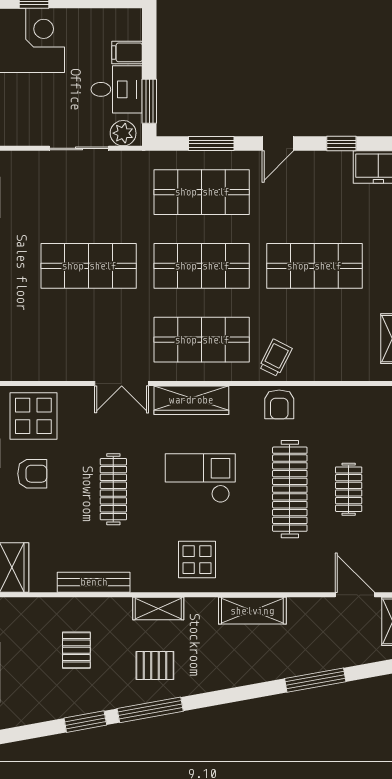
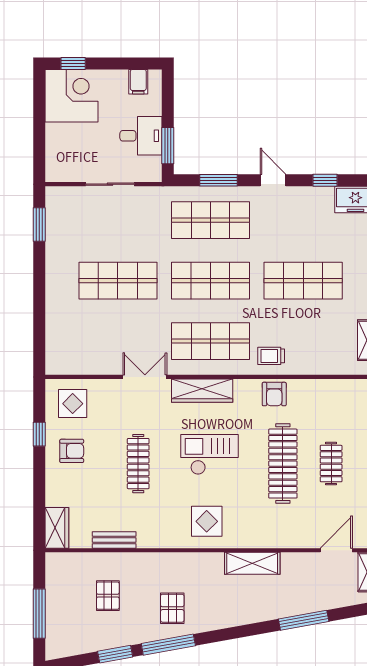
filing cabinet: (127, 52) -> (138, 82), moved, turned -90
plant: (123, 133) -> (146, 172), removed
door: (278, 144) -> (273, 180), swing flipped
trolley: (276, 358) -> (271, 356), turned -117
double door: (122, 383) -> (145, 377), swing flipped
display table: (33, 416) -> (73, 404), width x0.73, depth x0.73
bench: (94, 582) -> (114, 540), width x0.73
door: (355, 595) -> (336, 550), hinge flipped
shelving: (158, 609) -> (175, 561), removed
pallet: (155, 666) -> (172, 608), turned 90

